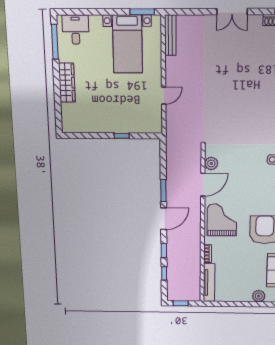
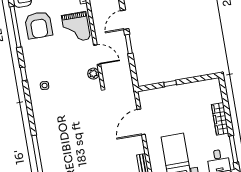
door: (164, 96) -> (141, 122), width x1.88
door: (203, 185) -> (97, 55), swing flipped

